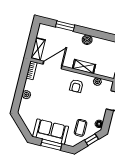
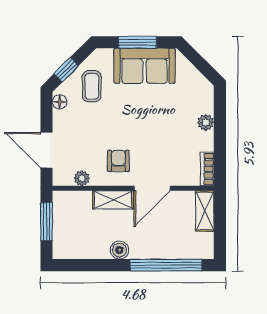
window: (65, 26) -> (166, 265), width x2.11
door: (53, 65) -> (152, 188), moved

